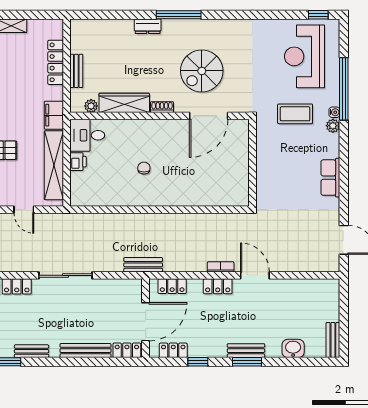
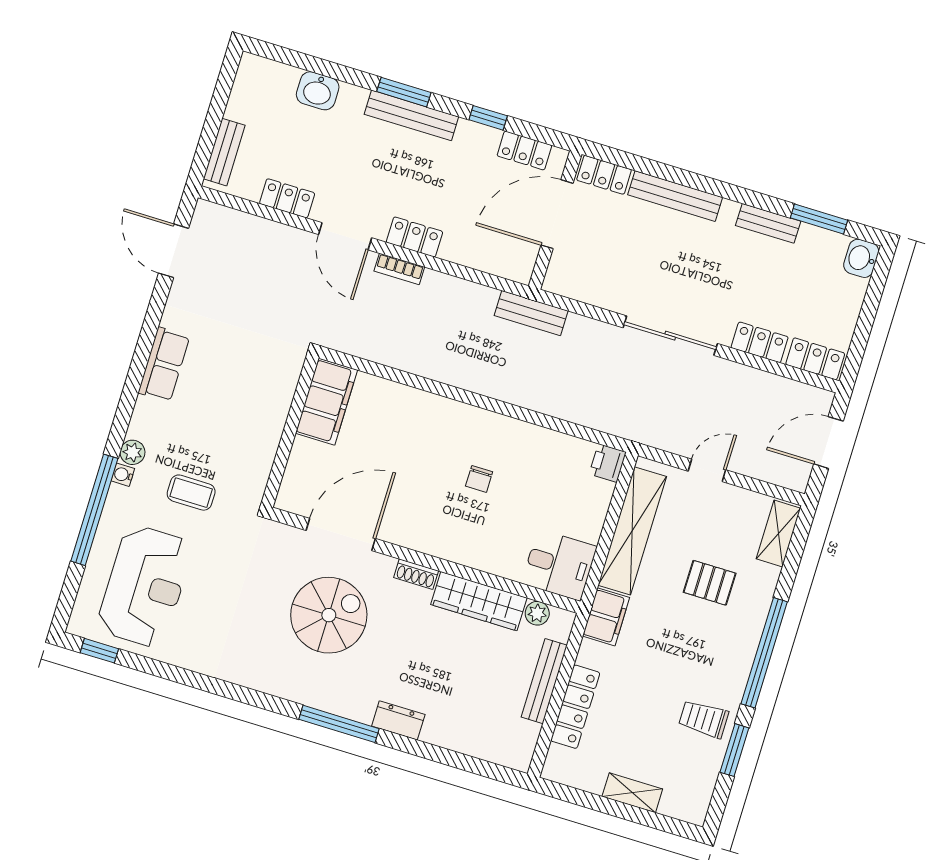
bench: (76, 71) -> (544, 681), width x1.36
coffee table: (295, 114) -> (191, 493), width x0.73, depth x0.77
printer: (78, 162) -> (608, 463), moved
filing cabinet: (238, 184) -> (326, 402), added
door: (24, 210) -> (707, 470), hinge flipped
locker: (172, 286) -> (287, 198), moved
bench: (333, 340) -> (224, 152), moved
bench: (246, 351) -> (411, 115), width x1.36

